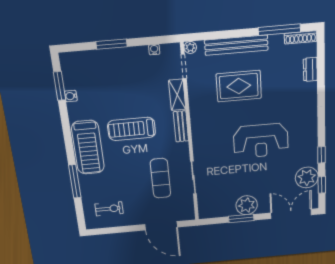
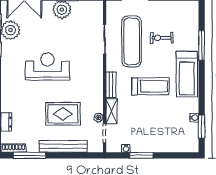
window: (111, 44) -> (141, 155), moved
plant: (190, 47) -> (98, 118), moved
treadmill: (88, 147) -> (187, 74), turned 180
exercise mat: (160, 178) -> (132, 41), width x1.36, depth x1.45
exercise bike: (109, 209) -> (162, 38), moved

